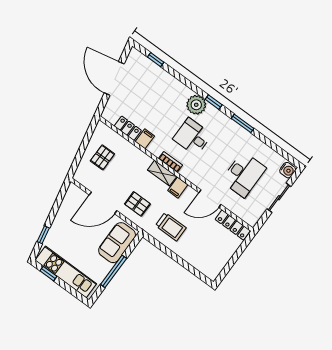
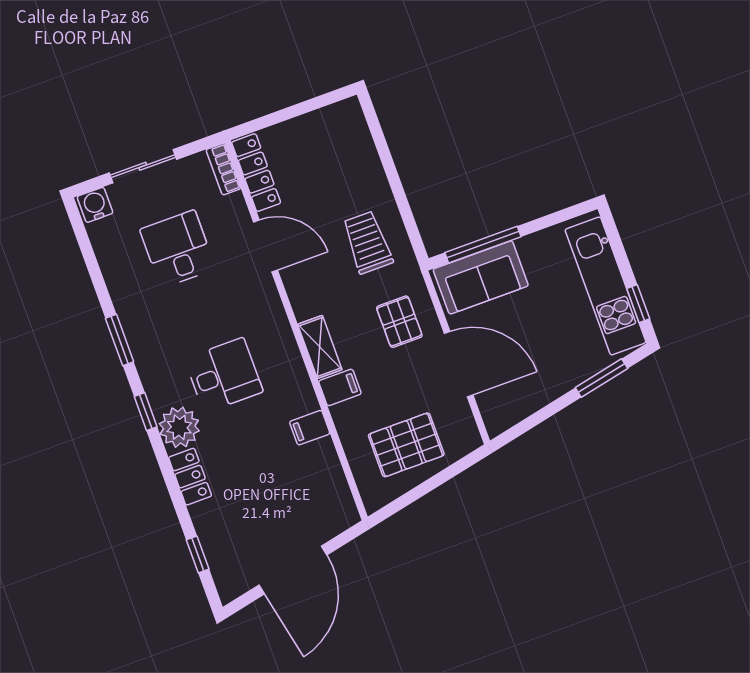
locker: (128, 128) -> (190, 477), moved, turned 180
desk: (192, 137) -> (224, 375), turned -90
pallet: (102, 157) -> (406, 445), width x1.50, depth x1.42
bookcase: (170, 162) -> (223, 169), moved
desk: (244, 174) -> (178, 249), width x0.73
filing cabinet: (178, 188) -> (340, 387), moved
window: (43, 235) -> (601, 378), width x1.50
window: (114, 271) -> (483, 245), moved

